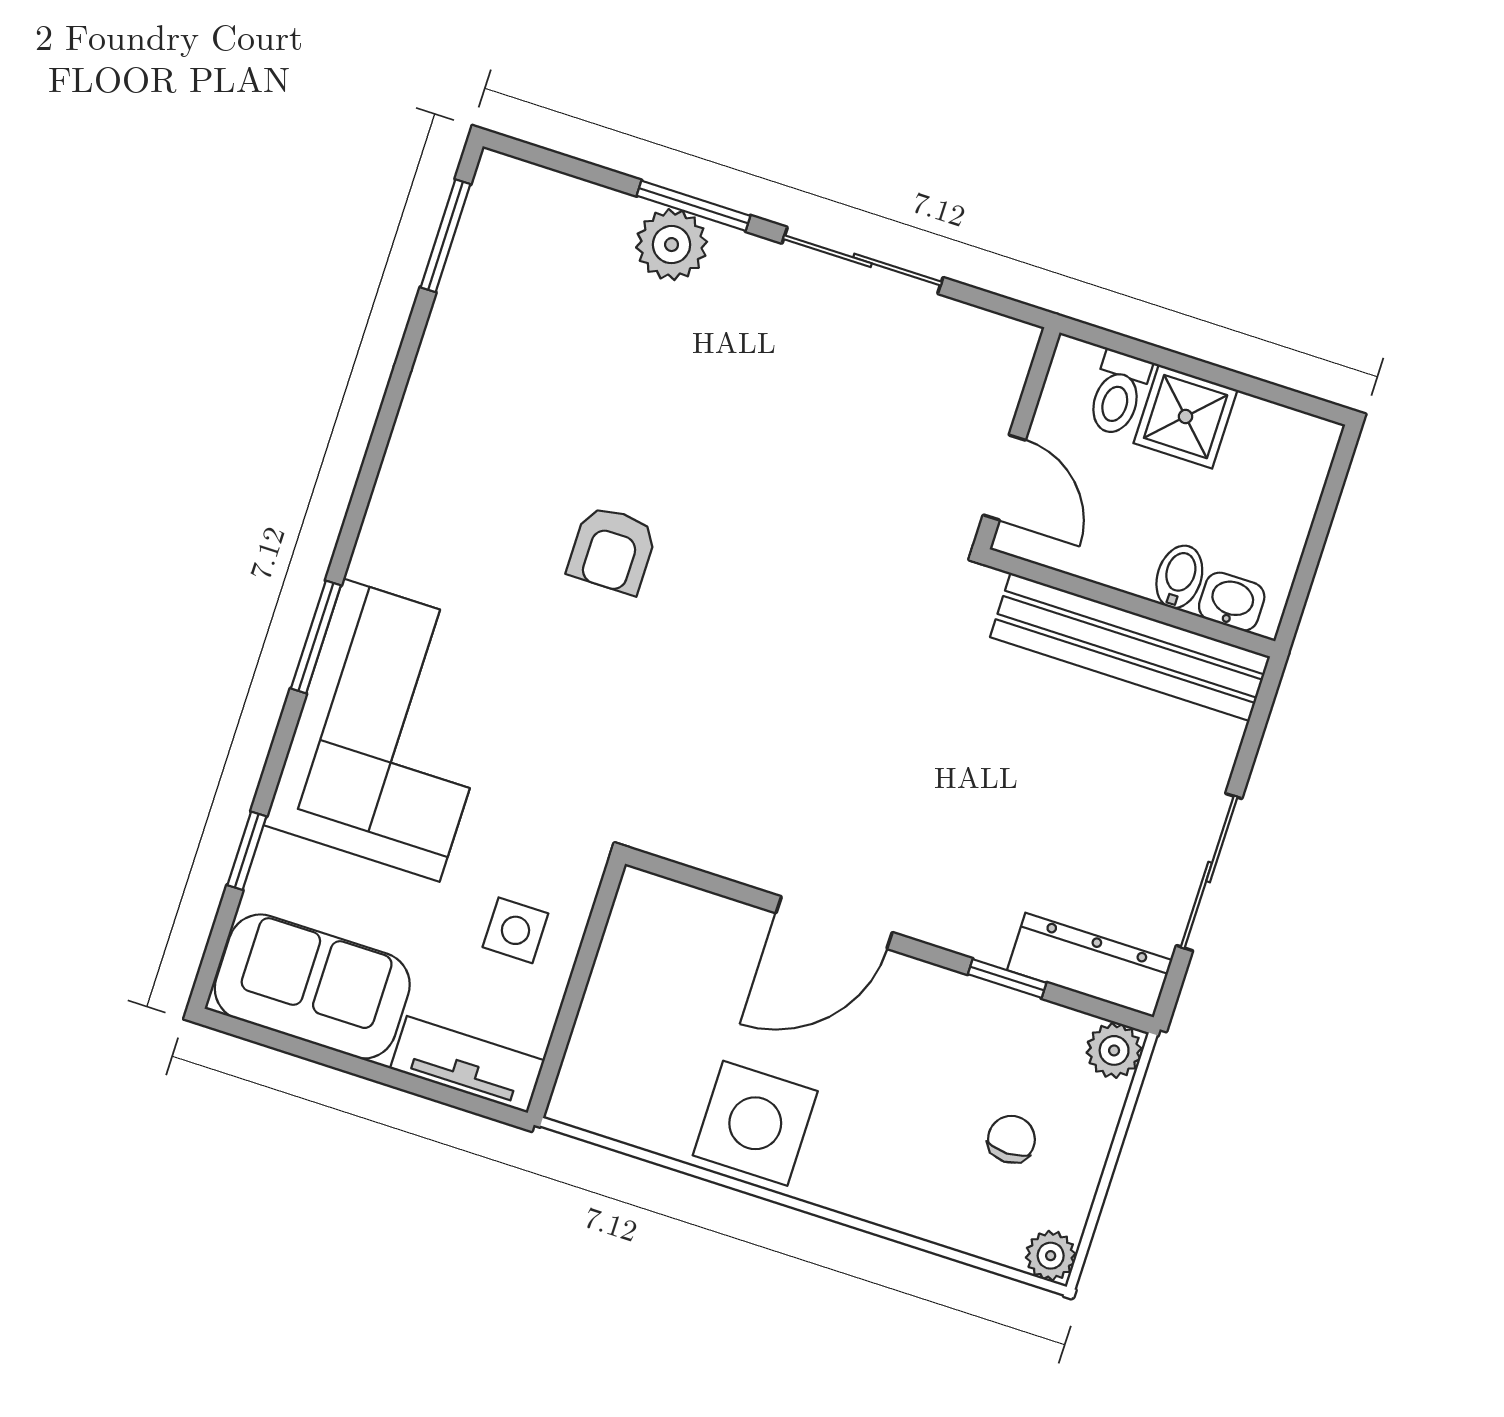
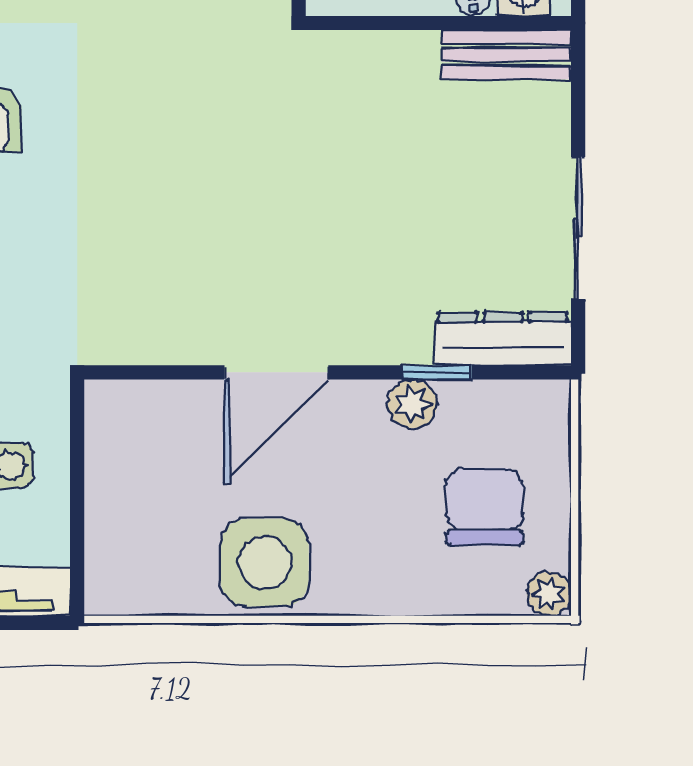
bench: (1130, 647) -> (506, 55), width x0.54, depth x0.82
plant: (1114, 1050) -> (412, 404), moved
chair: (1011, 1139) -> (484, 507), width x1.87, depth x1.87

